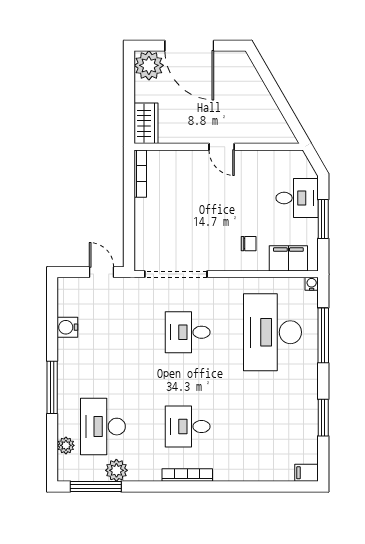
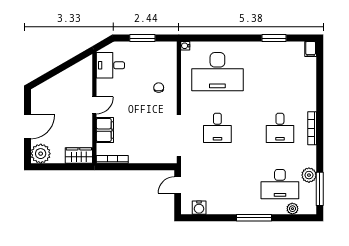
door: (189, 46) -> (27, 127), width x0.73
desk: (297, 198) -> (110, 65), moved, turned -90
filing cabinet: (288, 258) -> (105, 130), moved, turned 180
water cooler: (67, 327) -> (199, 208), moved
window: (323, 335) -> (219, 38), removed

